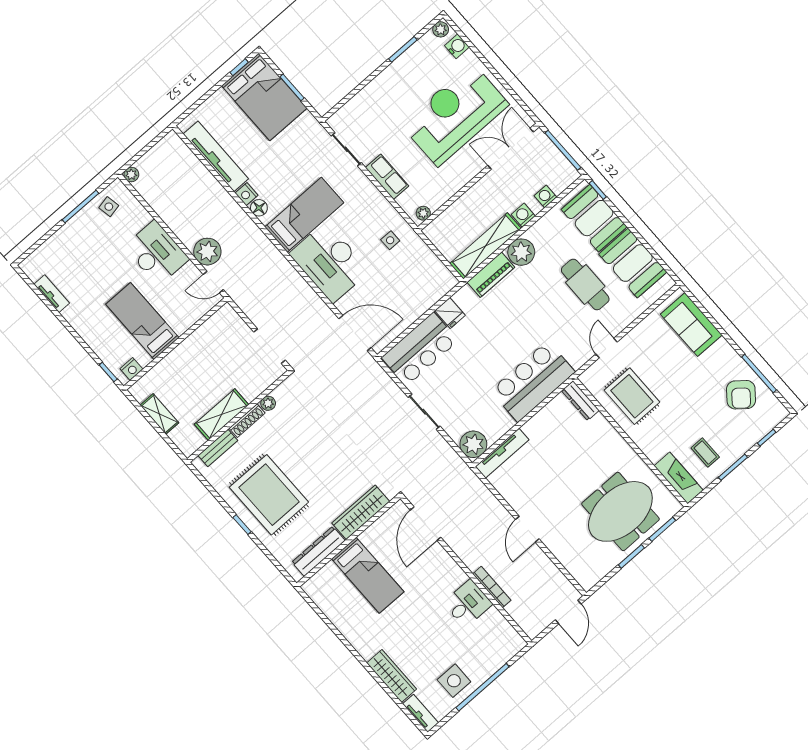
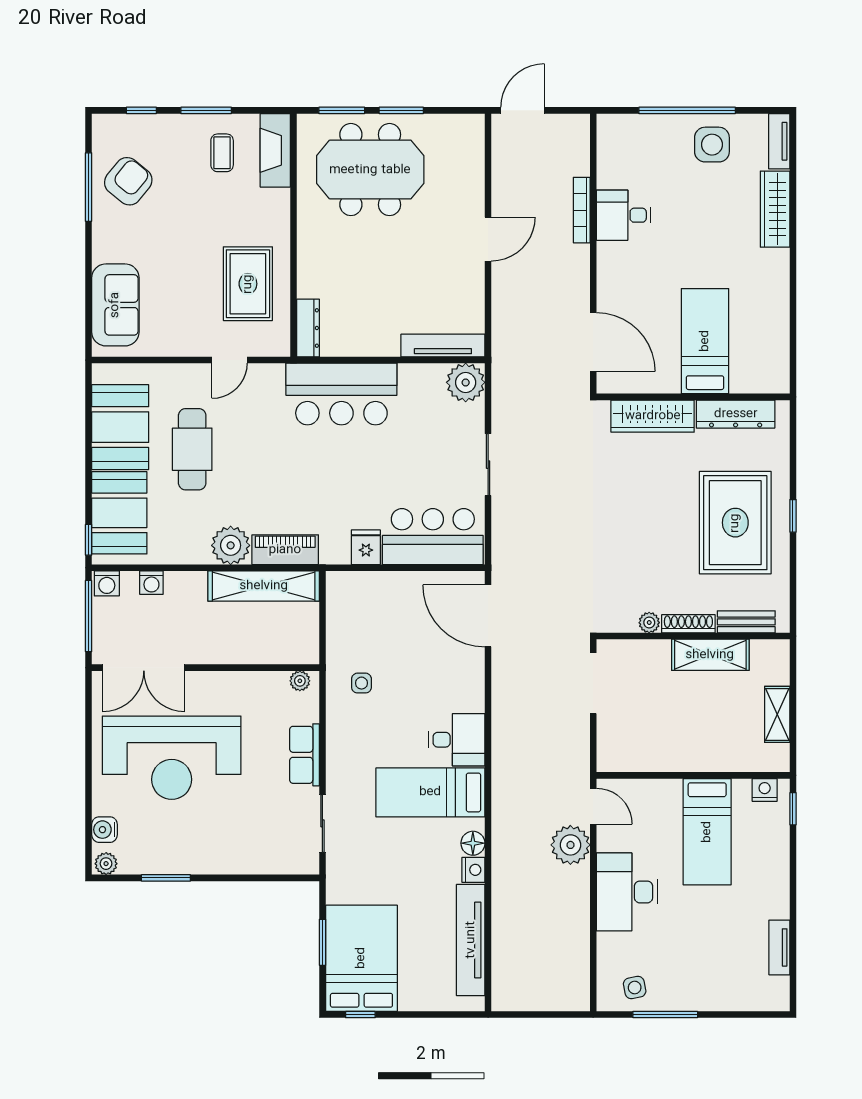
plant: (131, 174) -> (579, 1001), removed
washing machine: (523, 215) -> (107, 583), moved
desk: (329, 262) -> (457, 740), width x0.53, depth x0.77
door: (426, 524) -> (593, 342), hinge flipped

